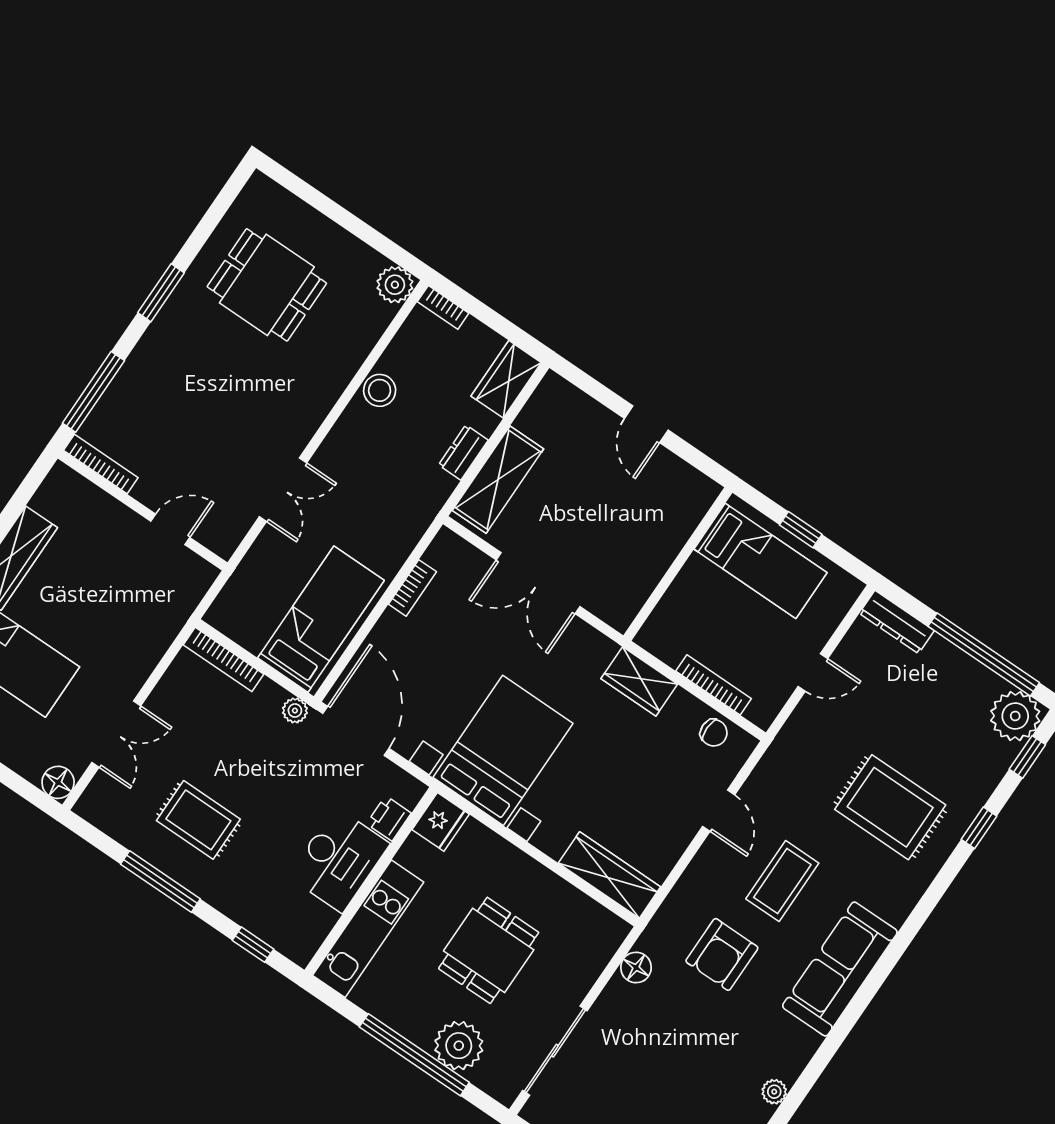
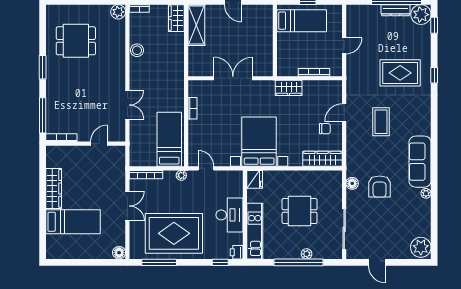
dresser: (463, 453) -> (179, 52), removed
shelving: (498, 480) -> (196, 25), moved
double door: (538, 583) -> (233, 78), swing flipped
dresser: (897, 622) -> (395, 10), moved
door: (356, 731) -> (206, 168), width x0.53
chair: (714, 733) -> (325, 129), moved
double door: (116, 734) -> (127, 206), moved
door: (719, 811) -> (344, 113), swing flipped
printer: (389, 818) -> (237, 252), moved
rug: (198, 820) -> (174, 233), width x1.86, depth x2.06
window: (979, 828) -> (434, 75), moved
window: (160, 882) -> (159, 262), moved
dining table: (489, 950) -> (300, 211), turned 90
armchair: (722, 954) -> (380, 187), moved
sofa: (840, 969) -> (420, 162), moved
plant: (459, 1046) -> (307, 254), width x0.53, depth x0.53

